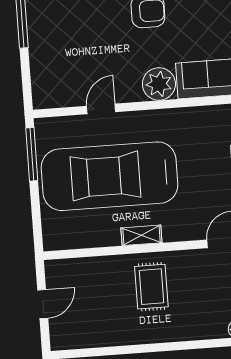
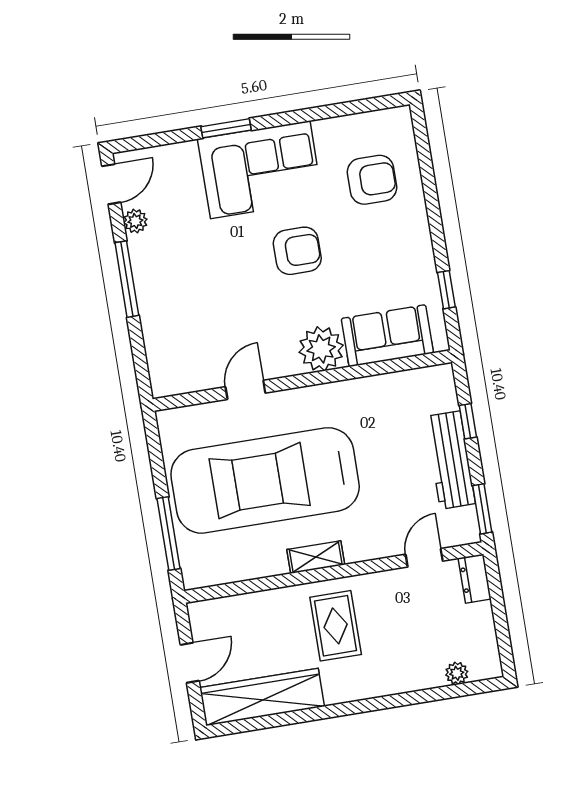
window: (32, 154) -> (169, 533), moved
wardrobe: (93, 334) -> (262, 697), added

